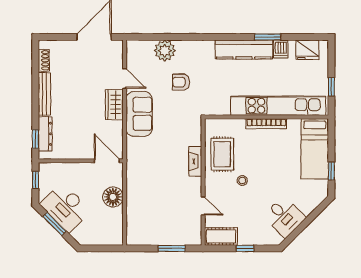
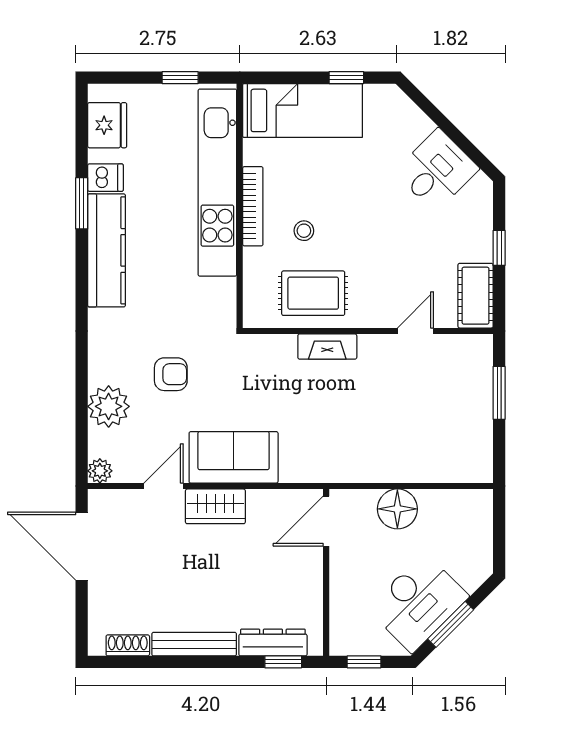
plant: (132, 46) -> (100, 471), added
armchair: (181, 82) -> (171, 374), turned -90
stool: (242, 181) -> (304, 231), moved

